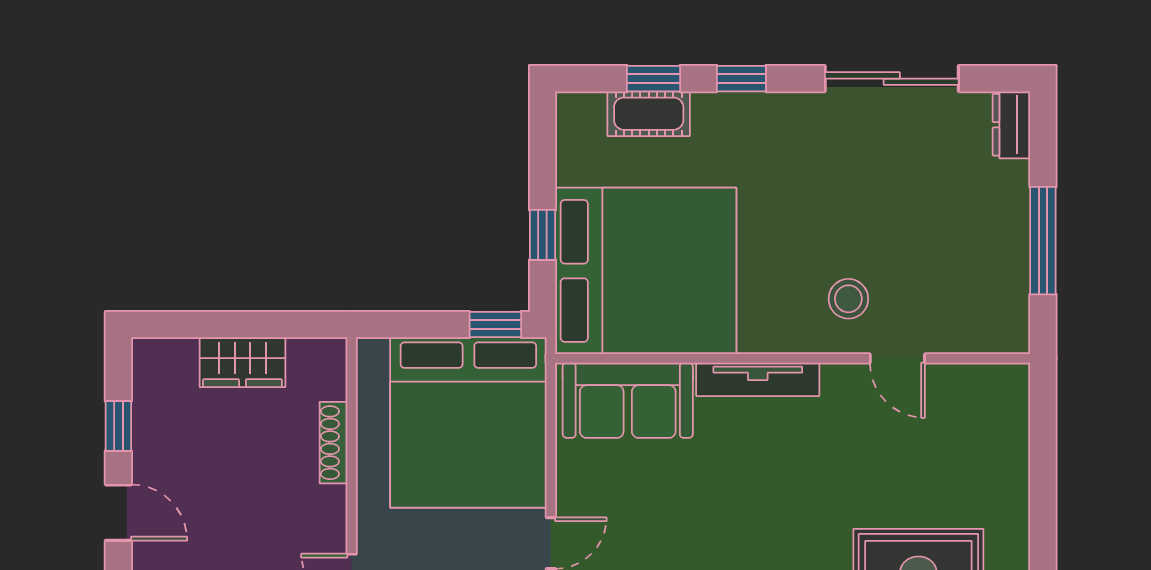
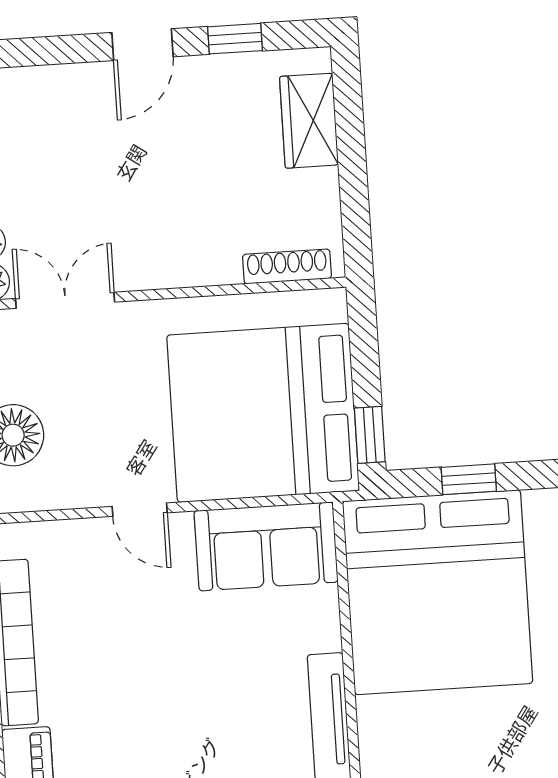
wardrobe: (242, 362) -> (309, 121), moved
sofa: (628, 400) -> (266, 546), moved, turned -90
shoe rack: (334, 443) -> (287, 266), moved

